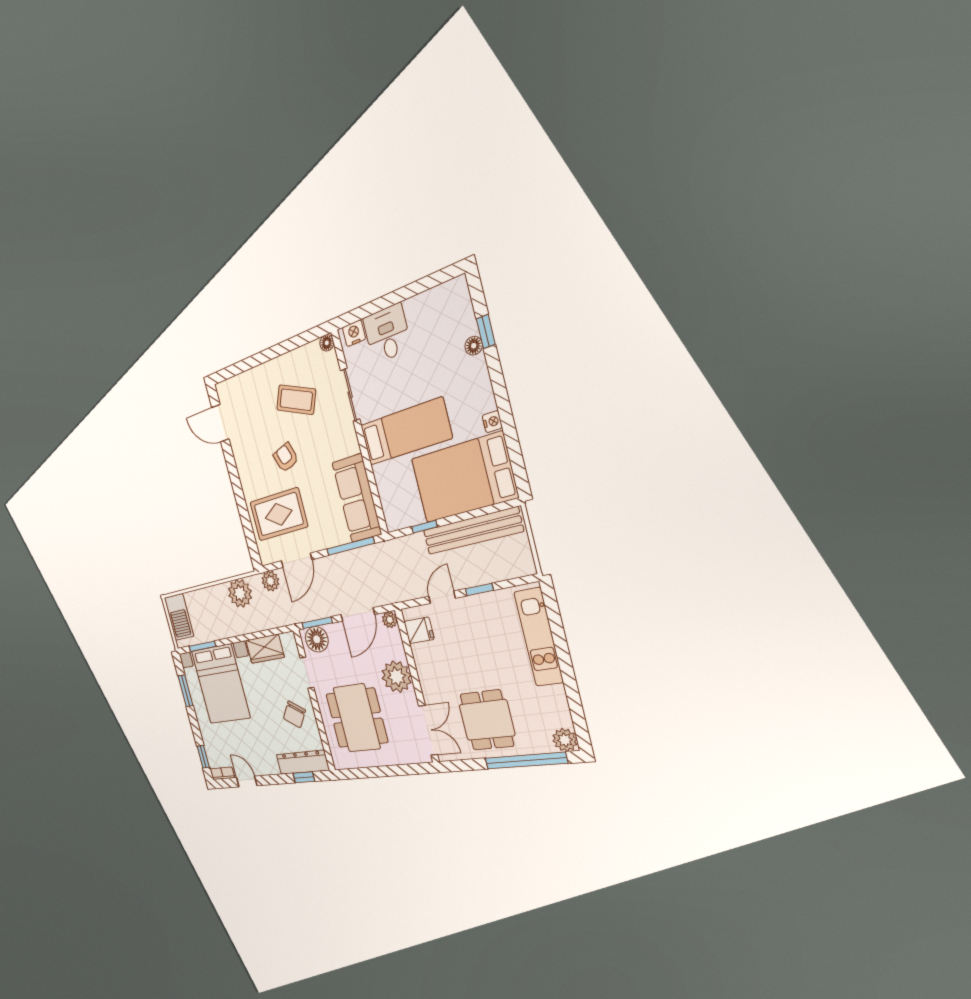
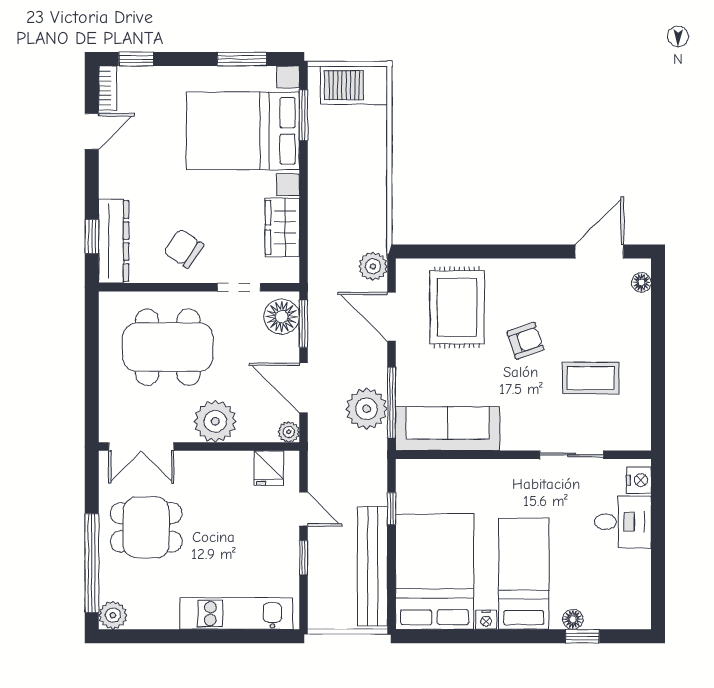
floor lamp: (327, 343) -> (641, 282), moved
coffee table: (296, 400) -> (591, 378), turned 66
bed: (406, 432) -> (524, 574), moved, turned 180
plant: (240, 593) -> (367, 409), moved

